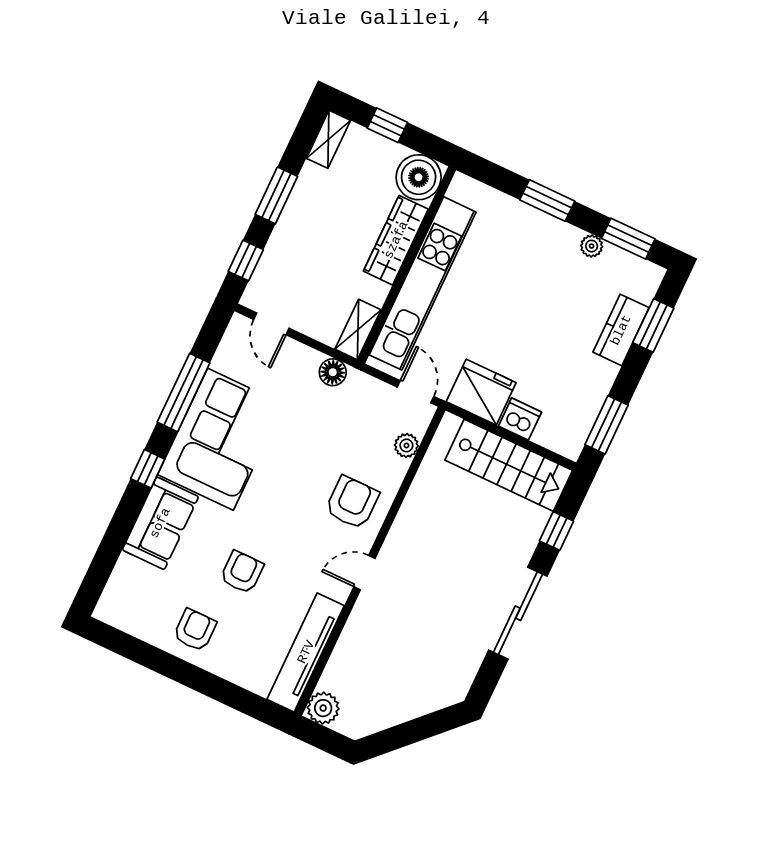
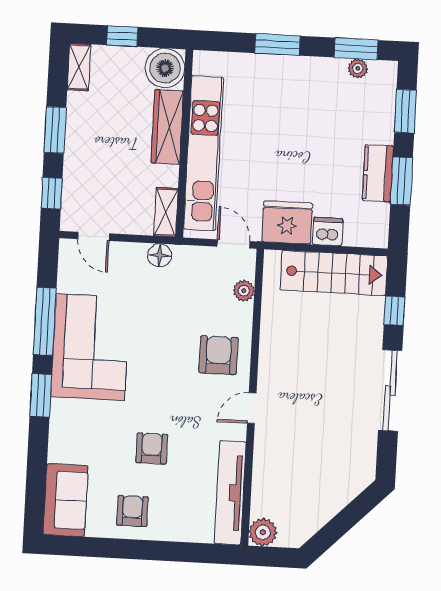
plant: (592, 246) -> (358, 68), moved
kitchen counter: (621, 330) -> (378, 173), moved
window: (606, 425) -> (402, 181), moved
window: (148, 469) -> (41, 395), width x1.50
sofa: (160, 523) -> (66, 500), moved

